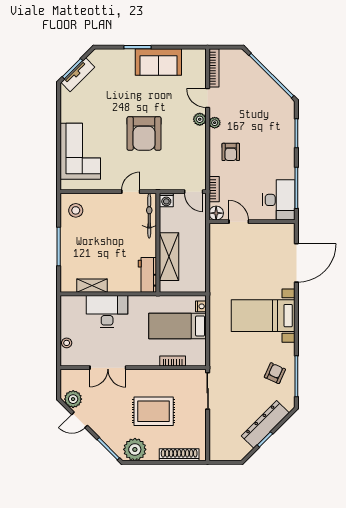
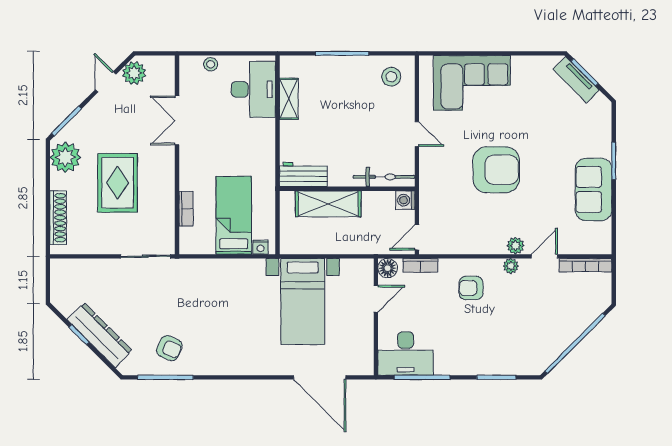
armchair: (144, 133) -> (496, 170), turned 180
door: (131, 192) -> (417, 134), moved
desk: (107, 312) -> (253, 89), moved
bed with nightstands: (263, 316) -> (303, 302), moved, turned 180

